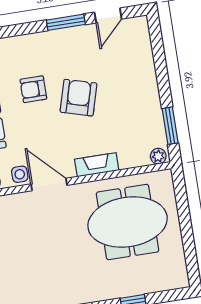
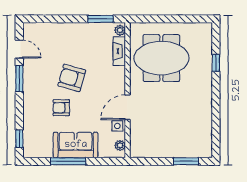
armchair: (33, 89) -> (61, 108), turned 90
fireplace: (97, 165) -> (119, 51), moved
meeting table: (128, 222) -> (161, 58), turned 90

